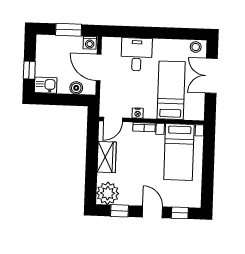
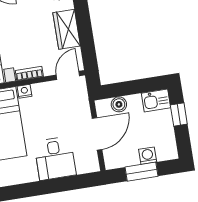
washing machine: (90, 43) -> (148, 156), moved
door: (99, 67) -> (97, 134), hinge flipped
nightstand: (138, 113) -> (25, 91), moved

